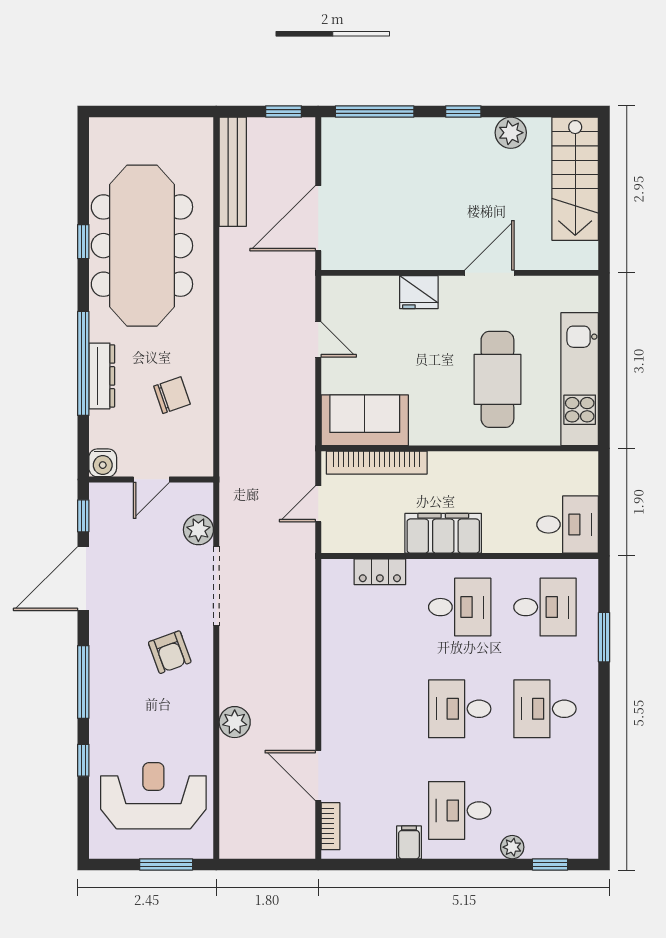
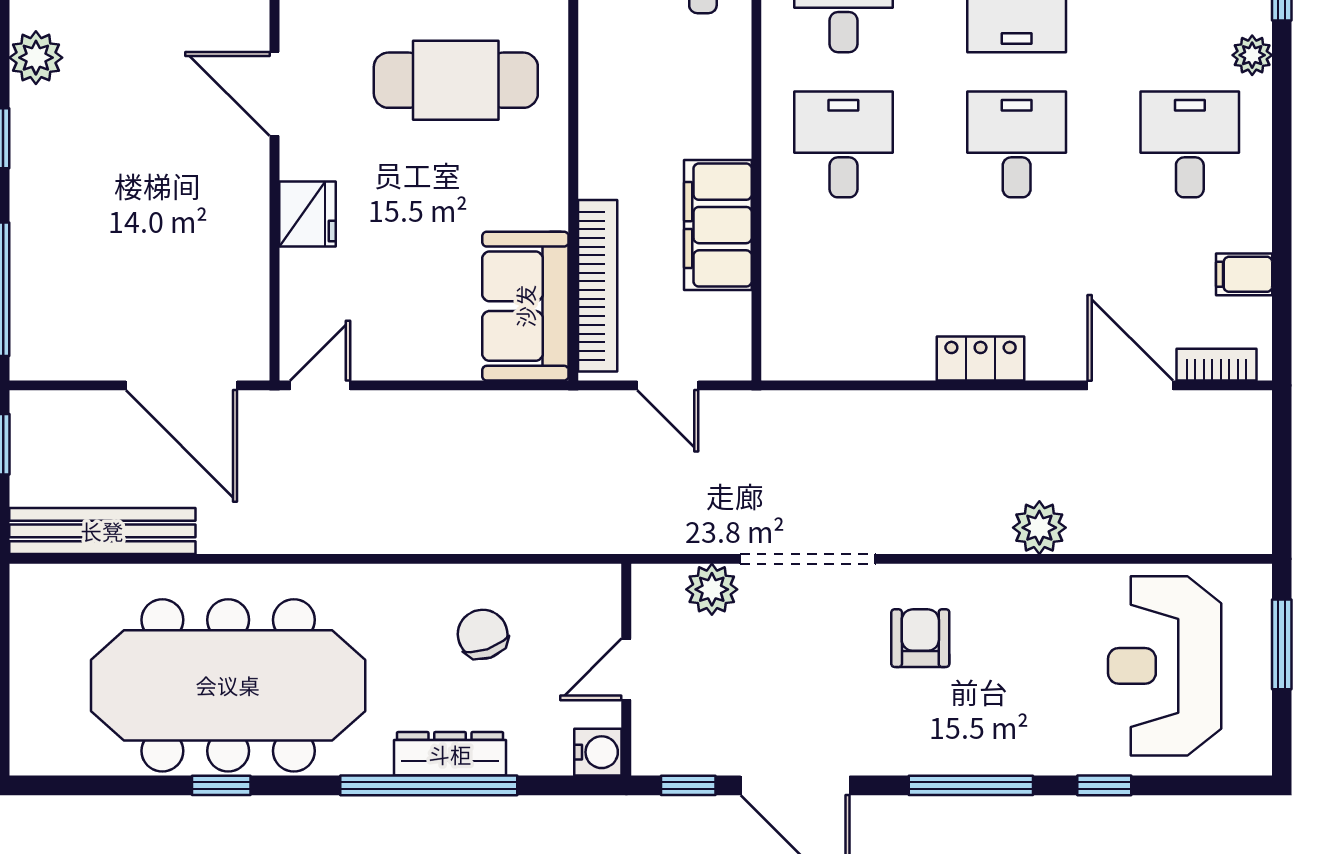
door: (318, 339) -> (320, 385), moved
door: (151, 479) -> (626, 669), swing flipped
filing cabinet: (443, 533) -> (718, 225), moved
locker: (380, 572) -> (981, 359), moved, turned -90
armchair: (170, 652) -> (920, 638), turned -70
desk: (460, 709) -> (1017, 144), turned 180
door: (318, 776) -> (1130, 385), swing flipped
desk: (460, 810) -> (1190, 144), turned 180
filing cabinet: (409, 842) -> (1244, 274), moved

